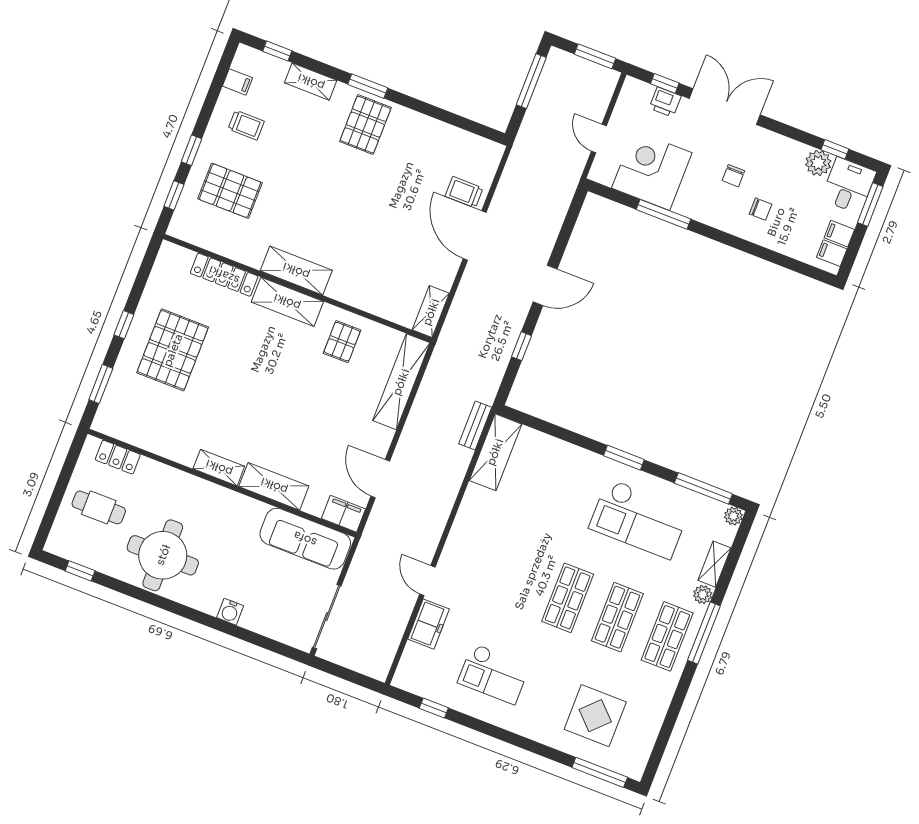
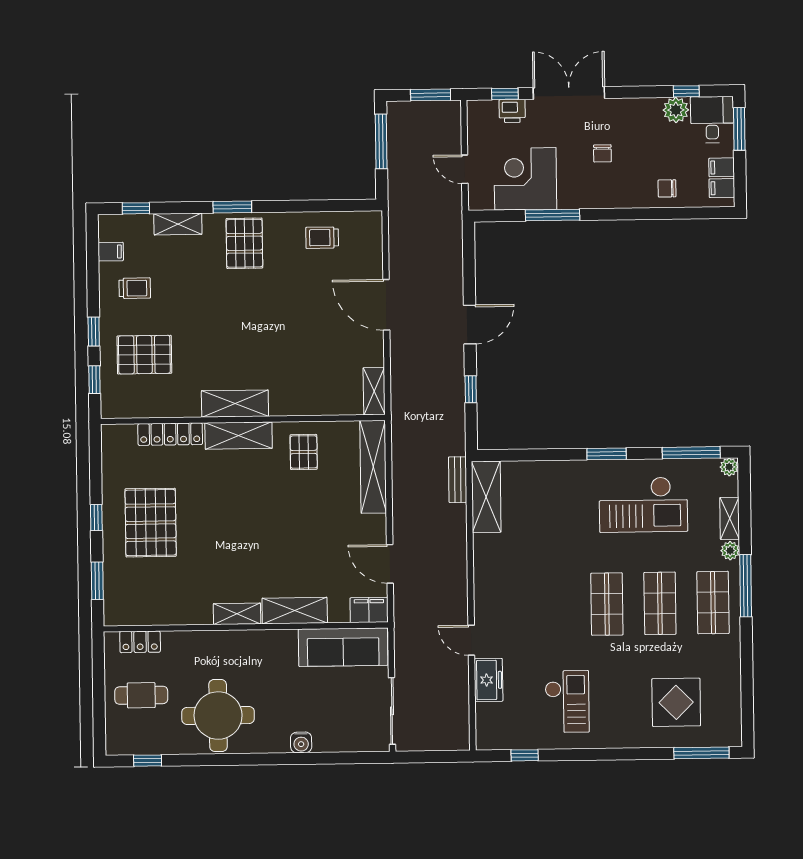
trolley: (464, 192) -> (322, 238), moved
chair: (761, 209) -> (667, 188), moved, turned 180
checkout: (494, 674) -> (567, 702), turned -90

